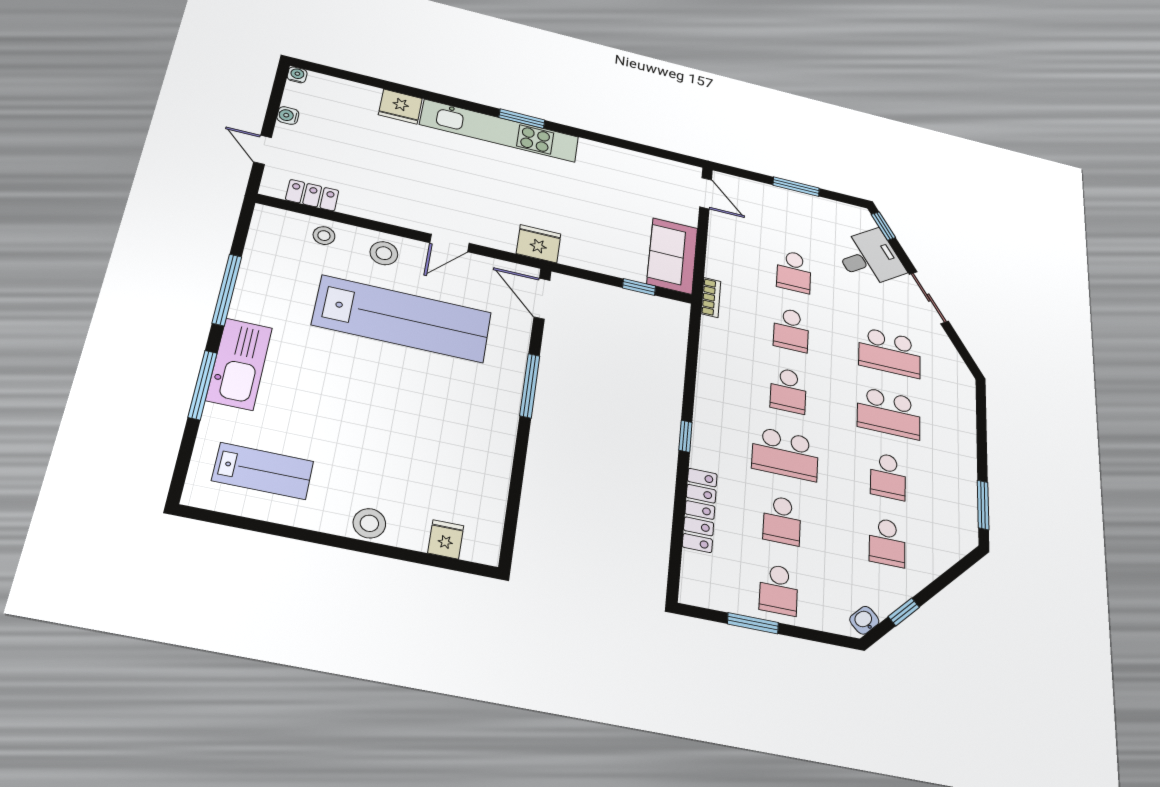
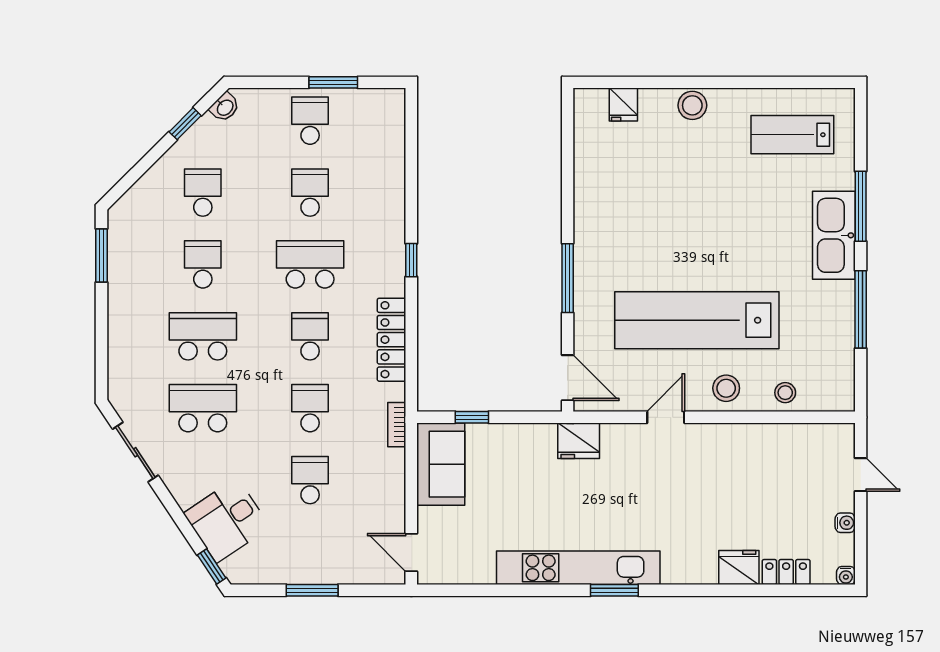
kitchen unit: (500, 131) -> (578, 568), moved
locker: (312, 195) -> (786, 572), moved, turned 180
sliding door: (929, 298) -> (135, 452), moved
locker: (700, 510) -> (392, 340), moved

